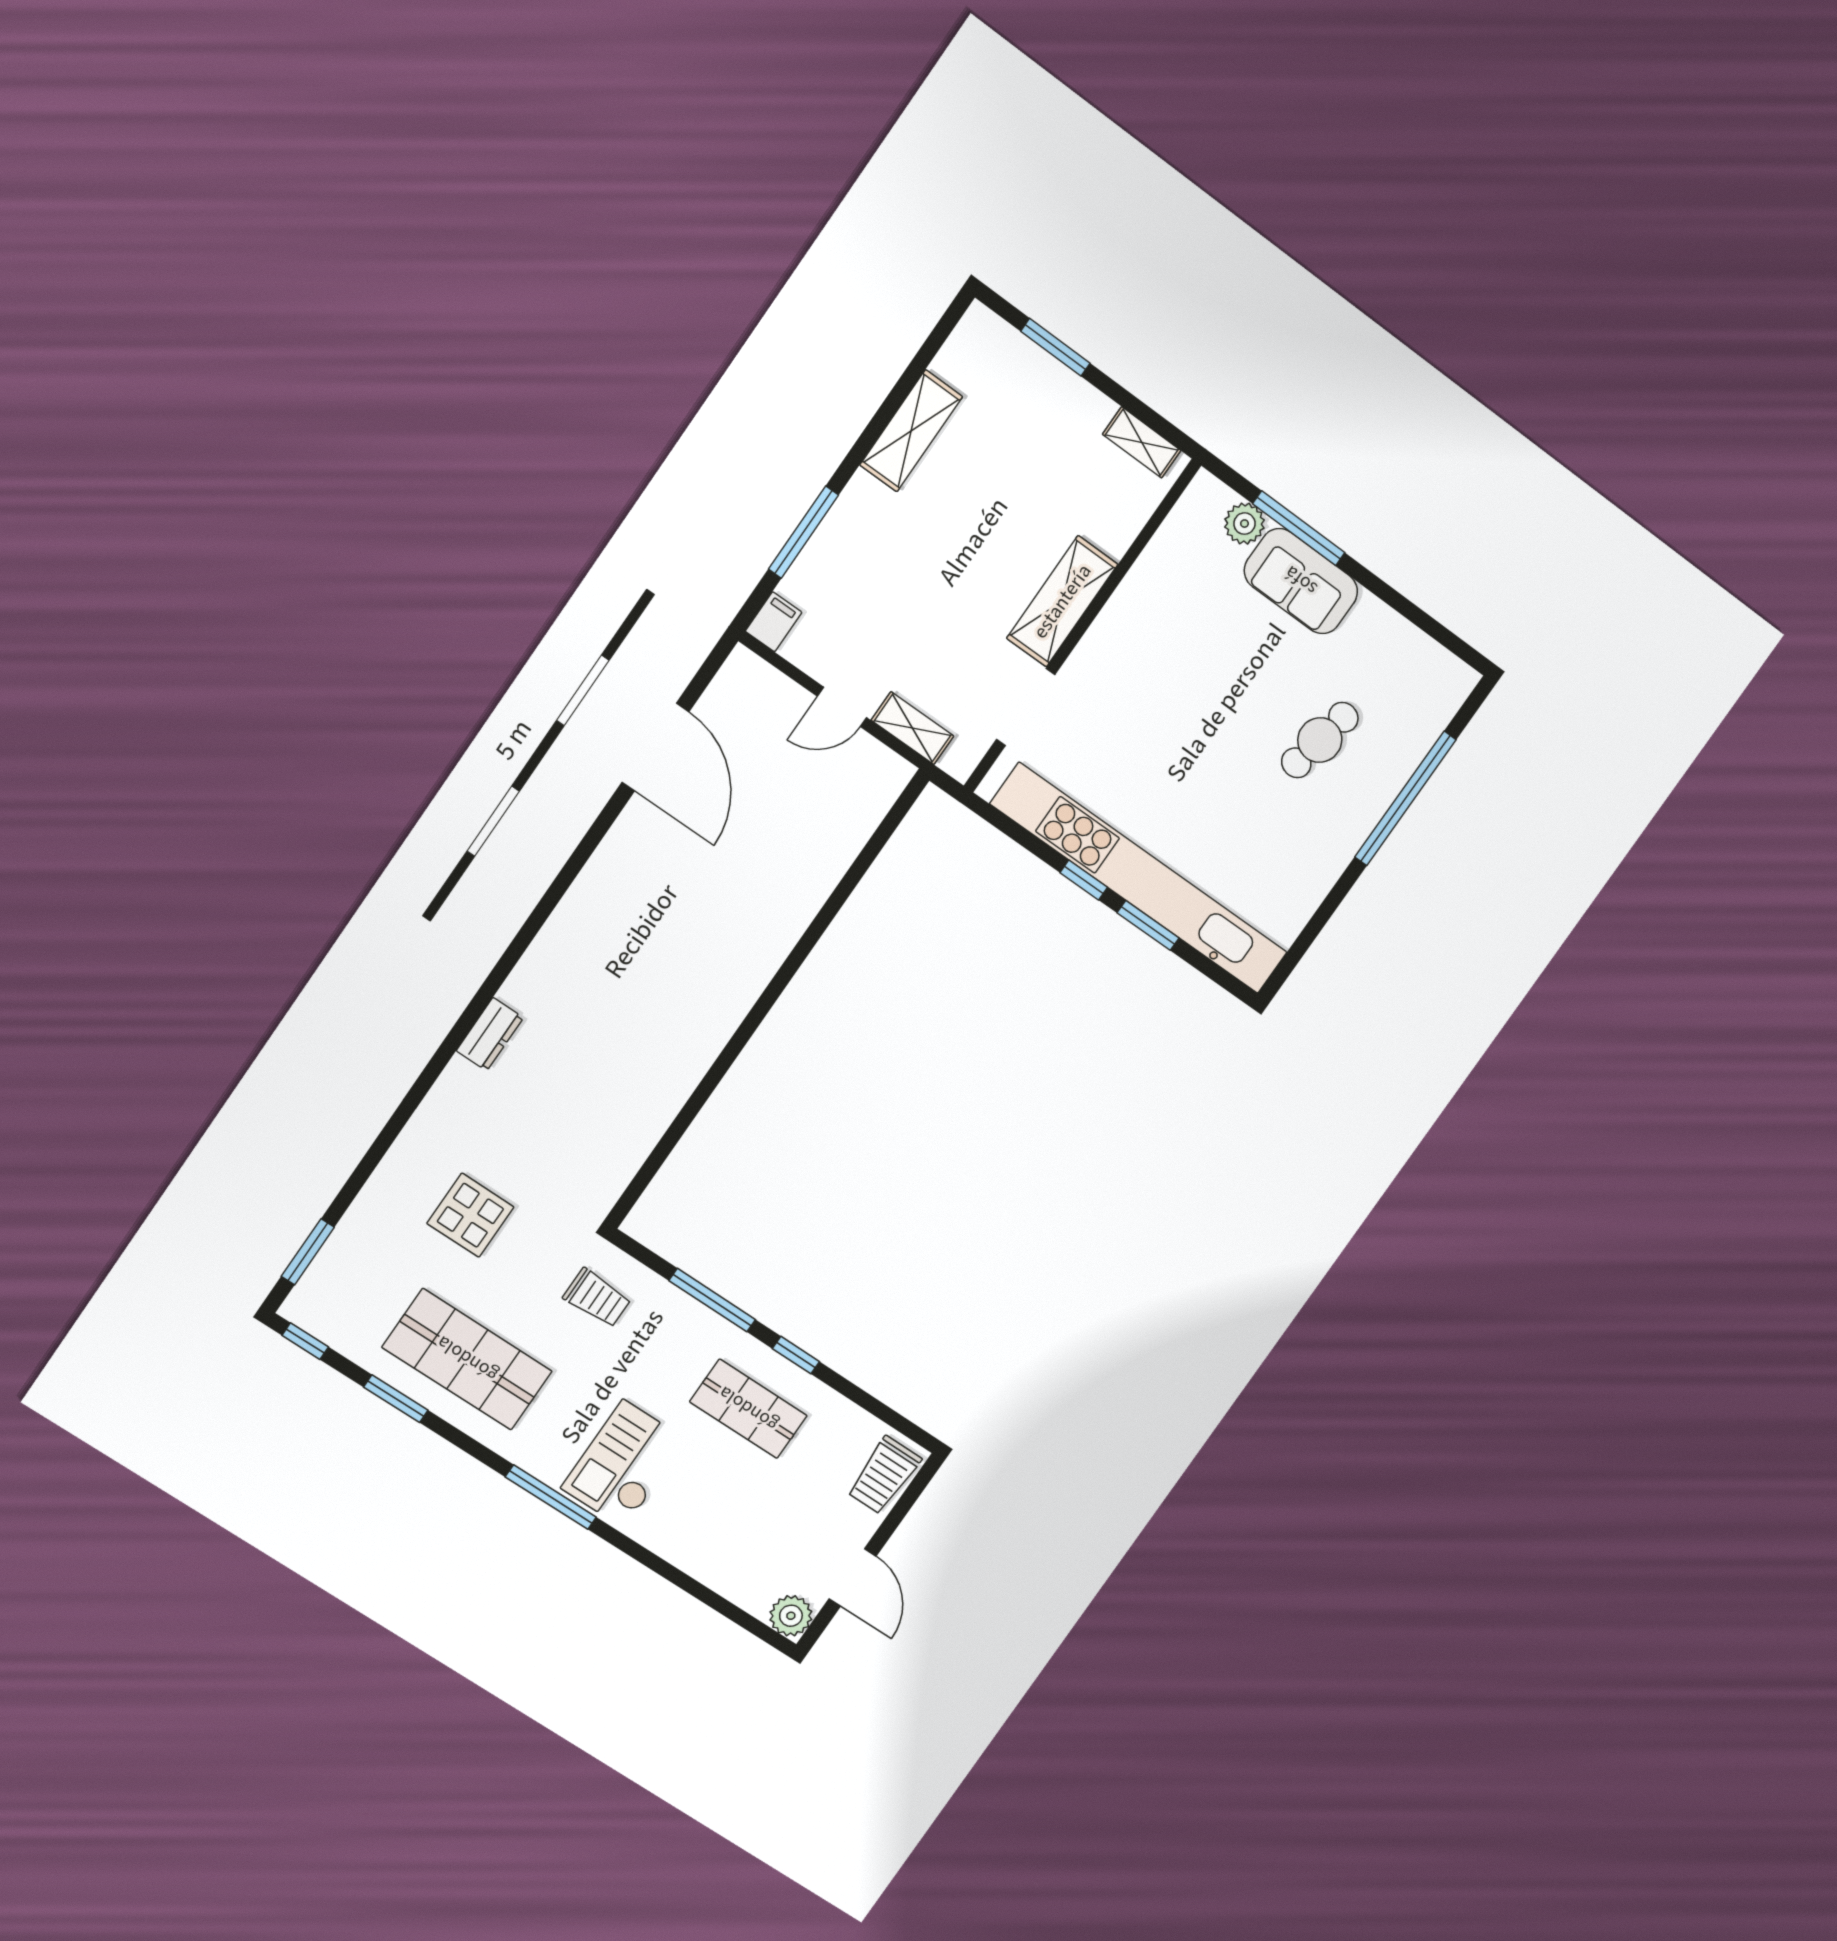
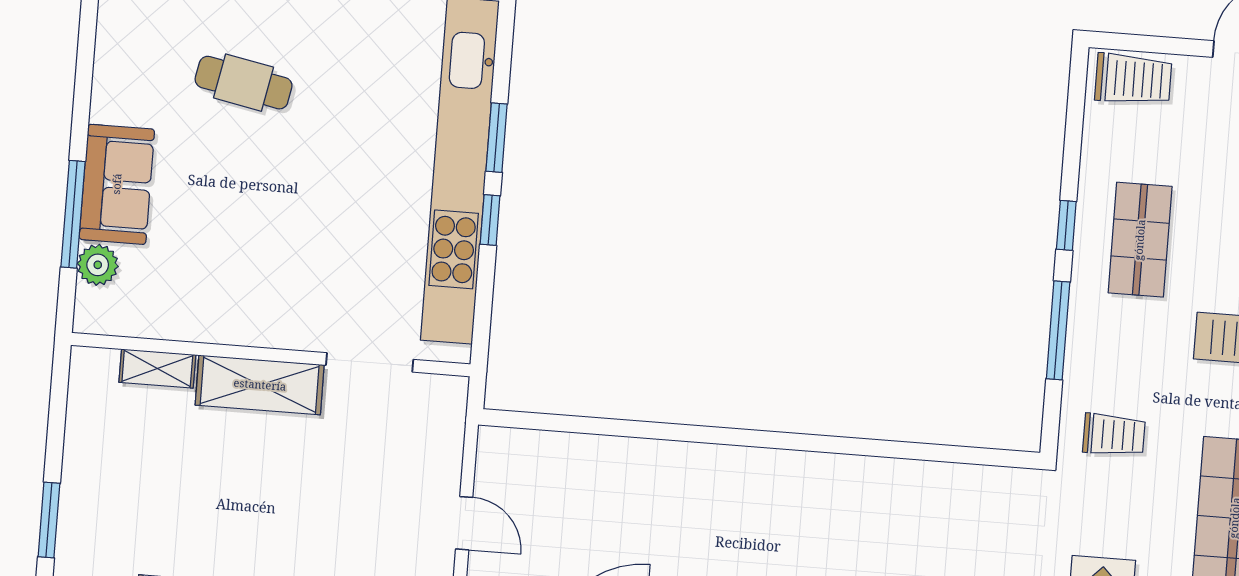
shelving: (1142, 442) -> (157, 368), moved, turned 90
shelving: (912, 728) -> (446, 451), removed
trolley: (597, 1298) -> (1114, 435), turned 90

